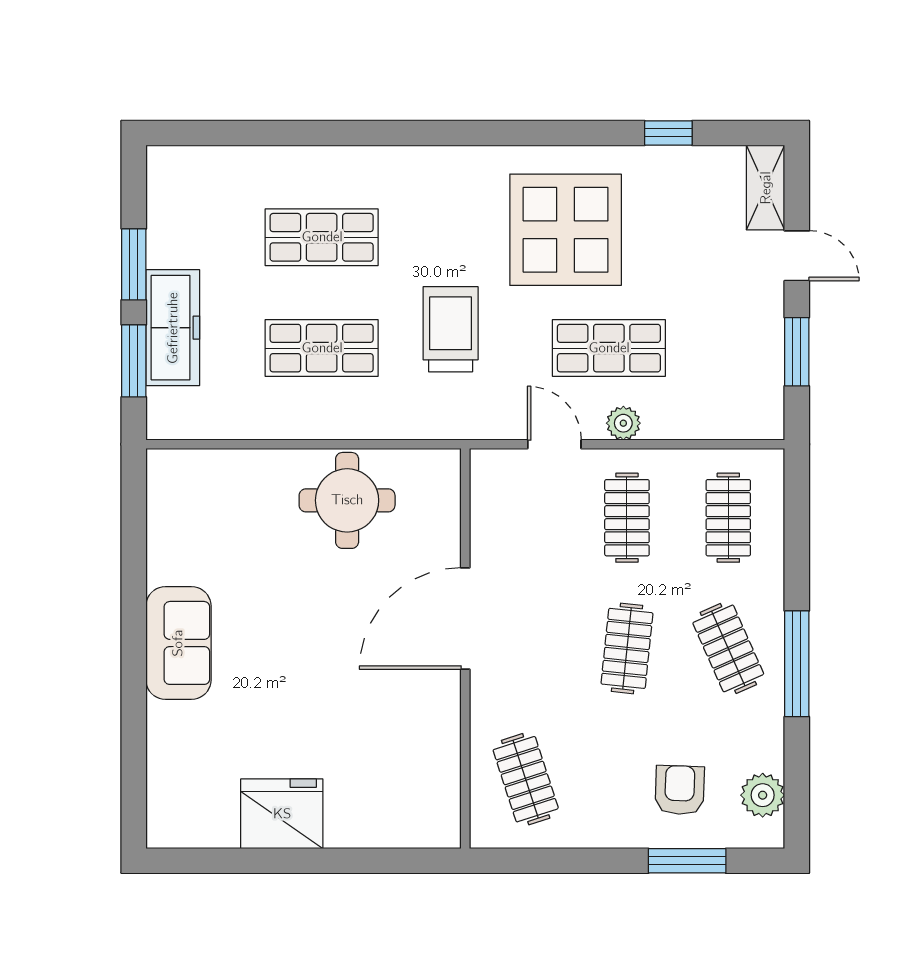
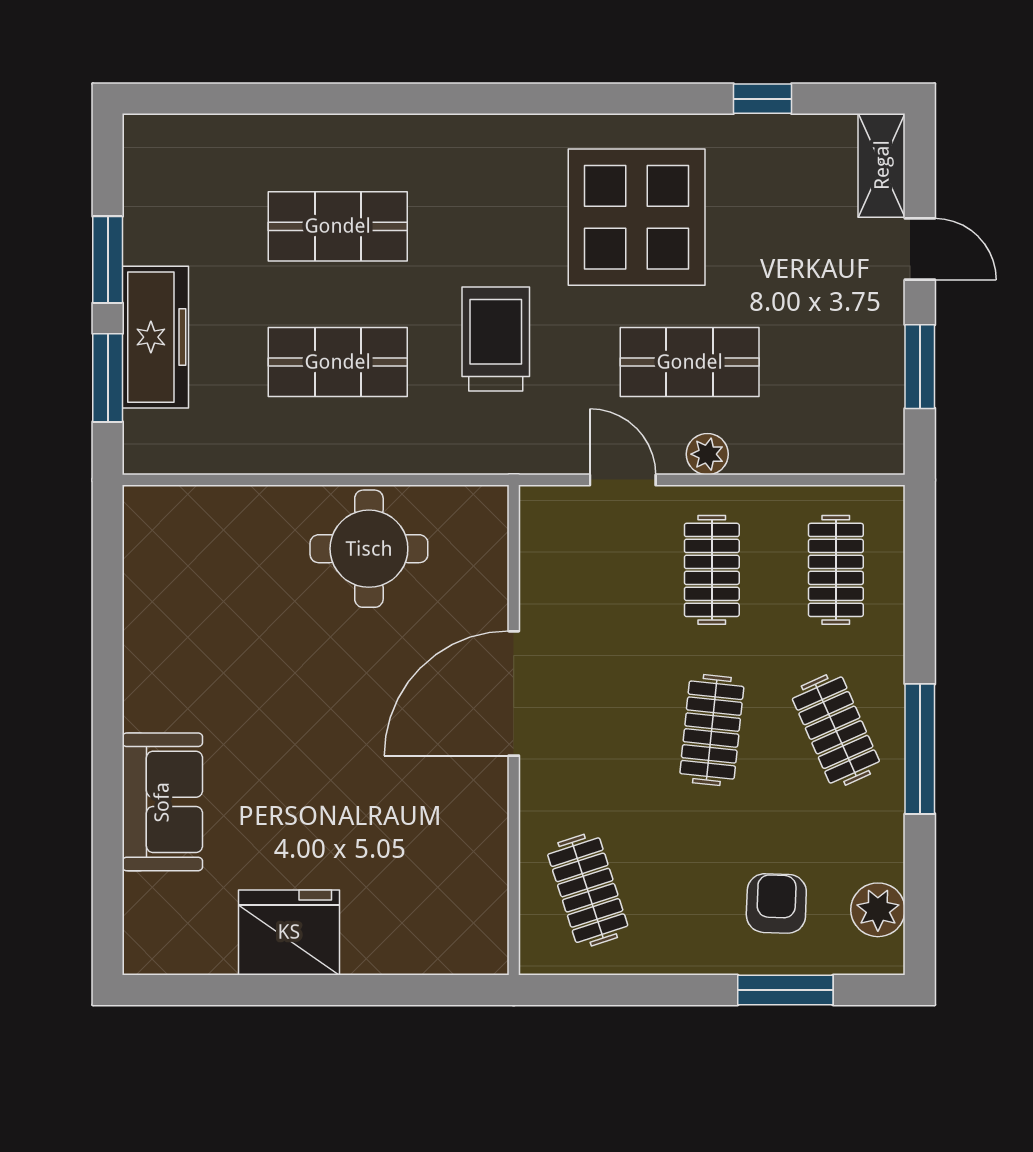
sofa: (178, 643) -> (162, 802), moved

